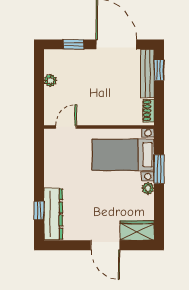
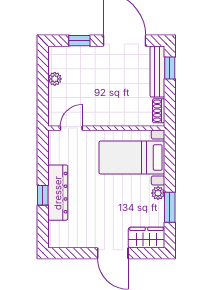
window: (159, 169) -> (170, 207), moved
window: (39, 210) -> (43, 195), moved
dresser: (53, 214) -> (58, 193), moved

